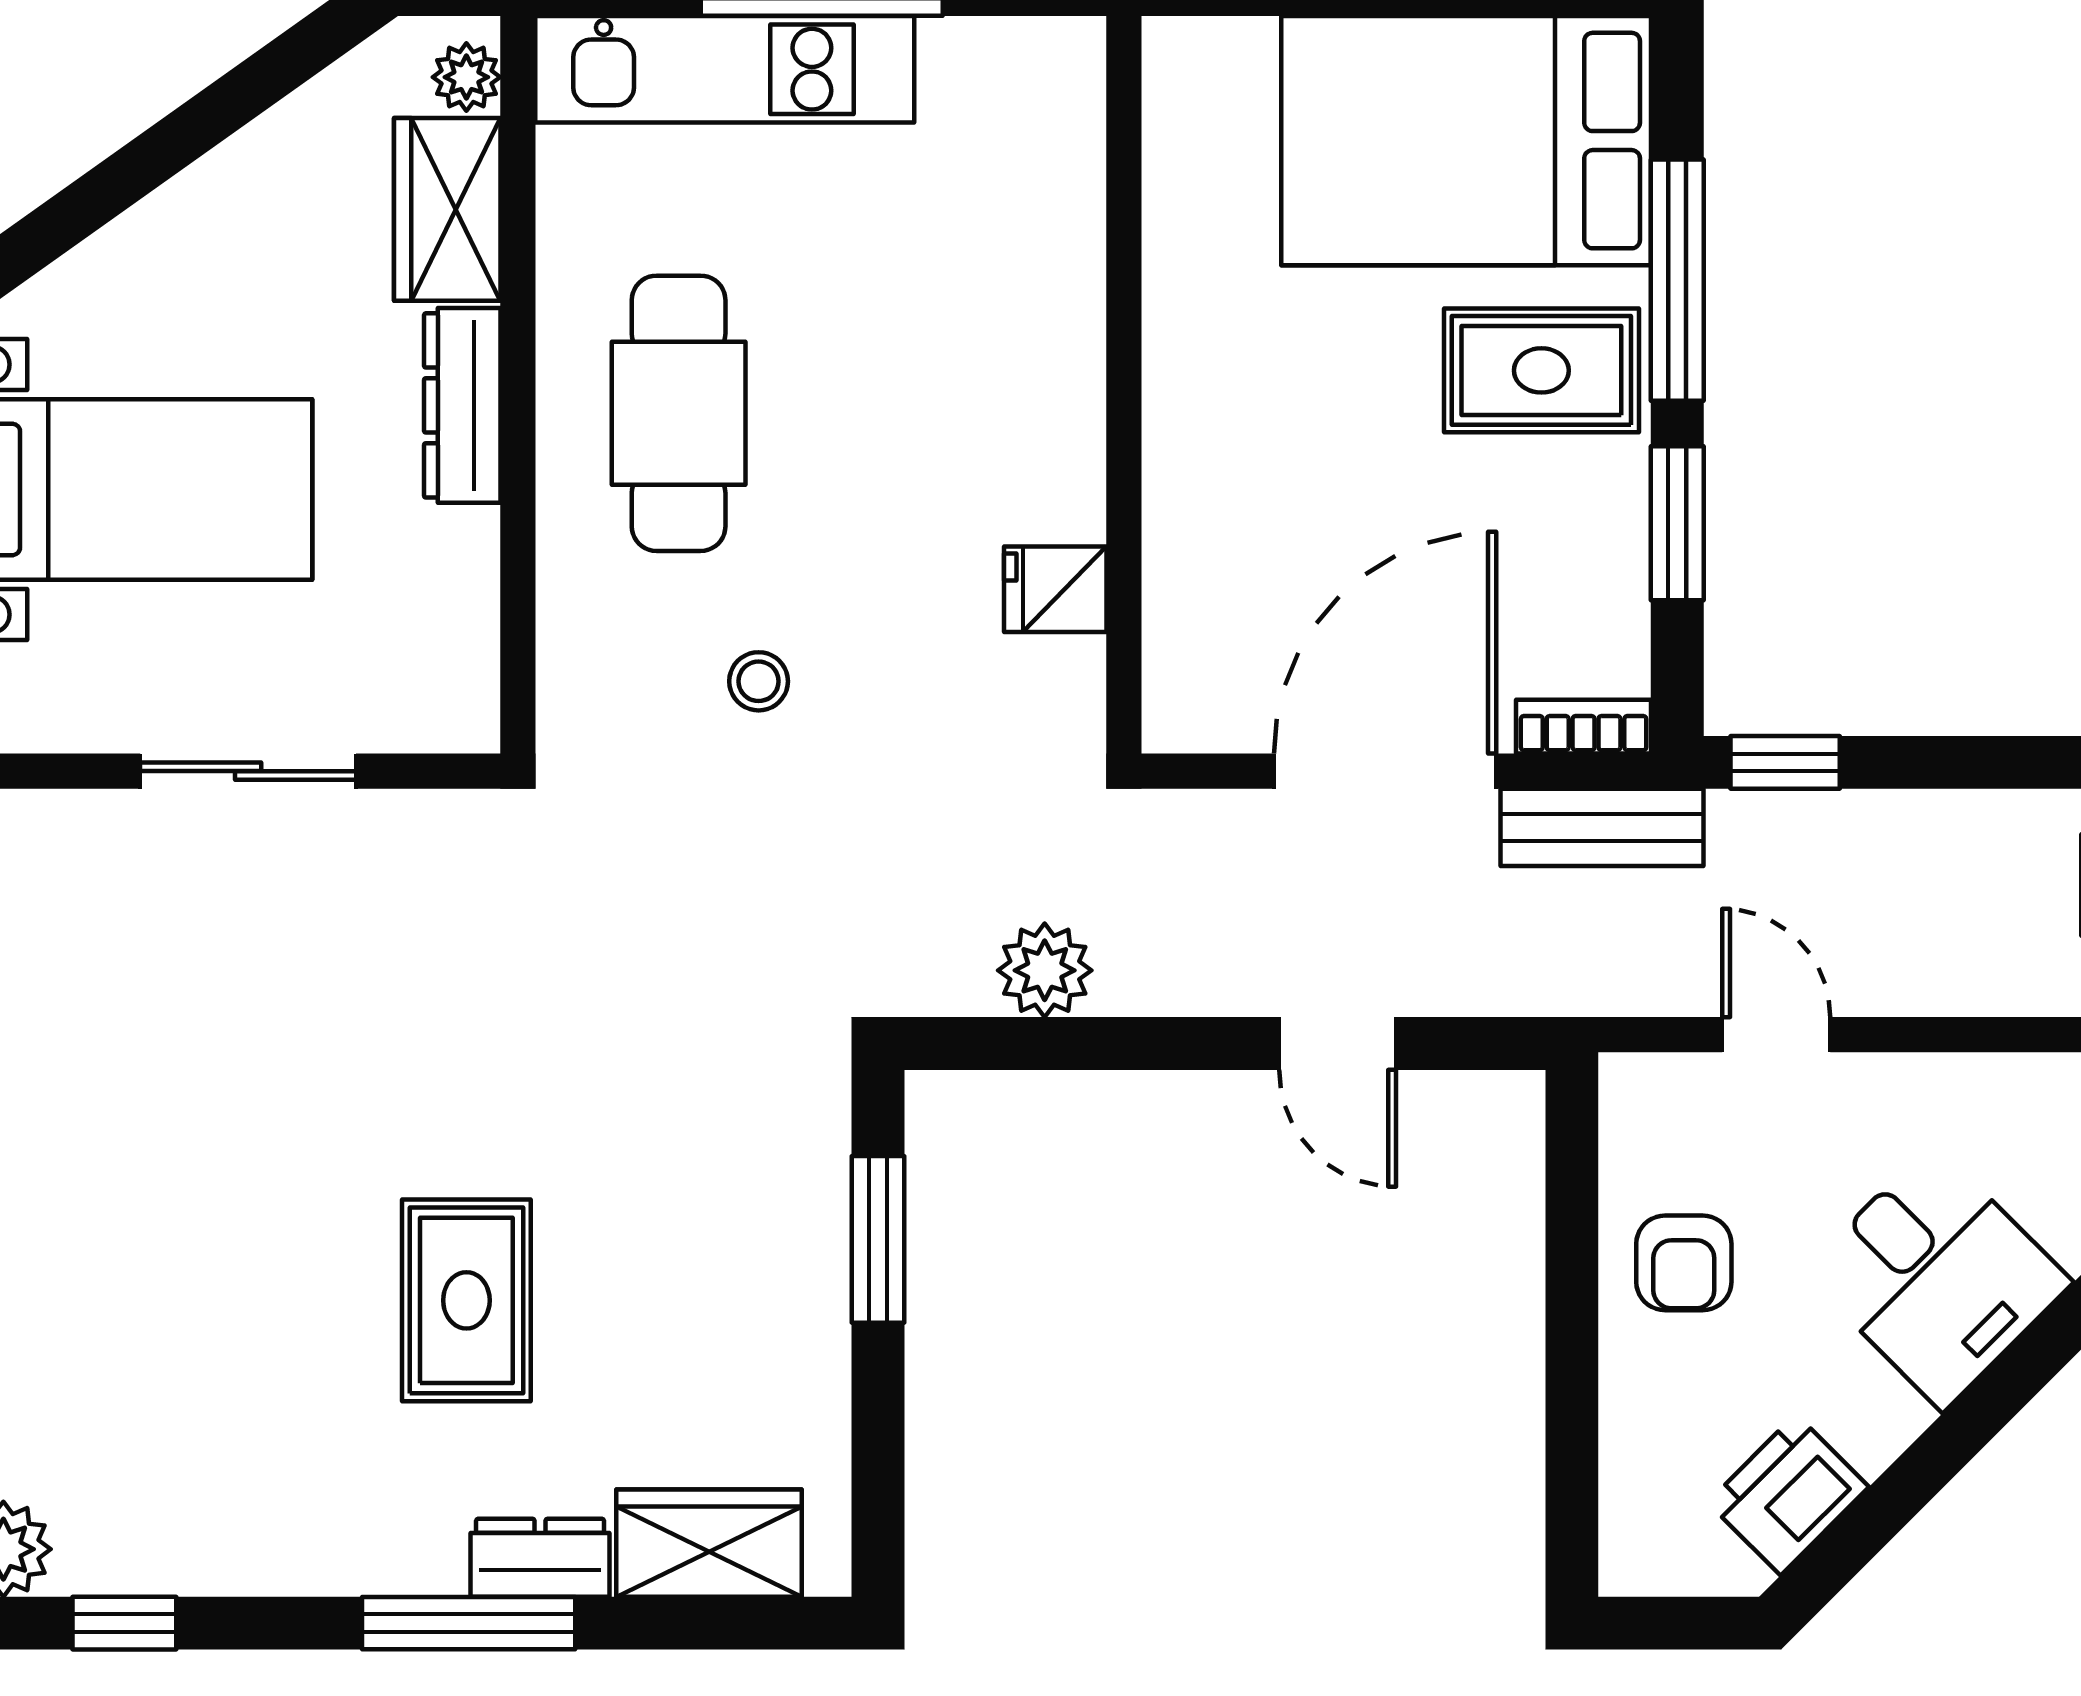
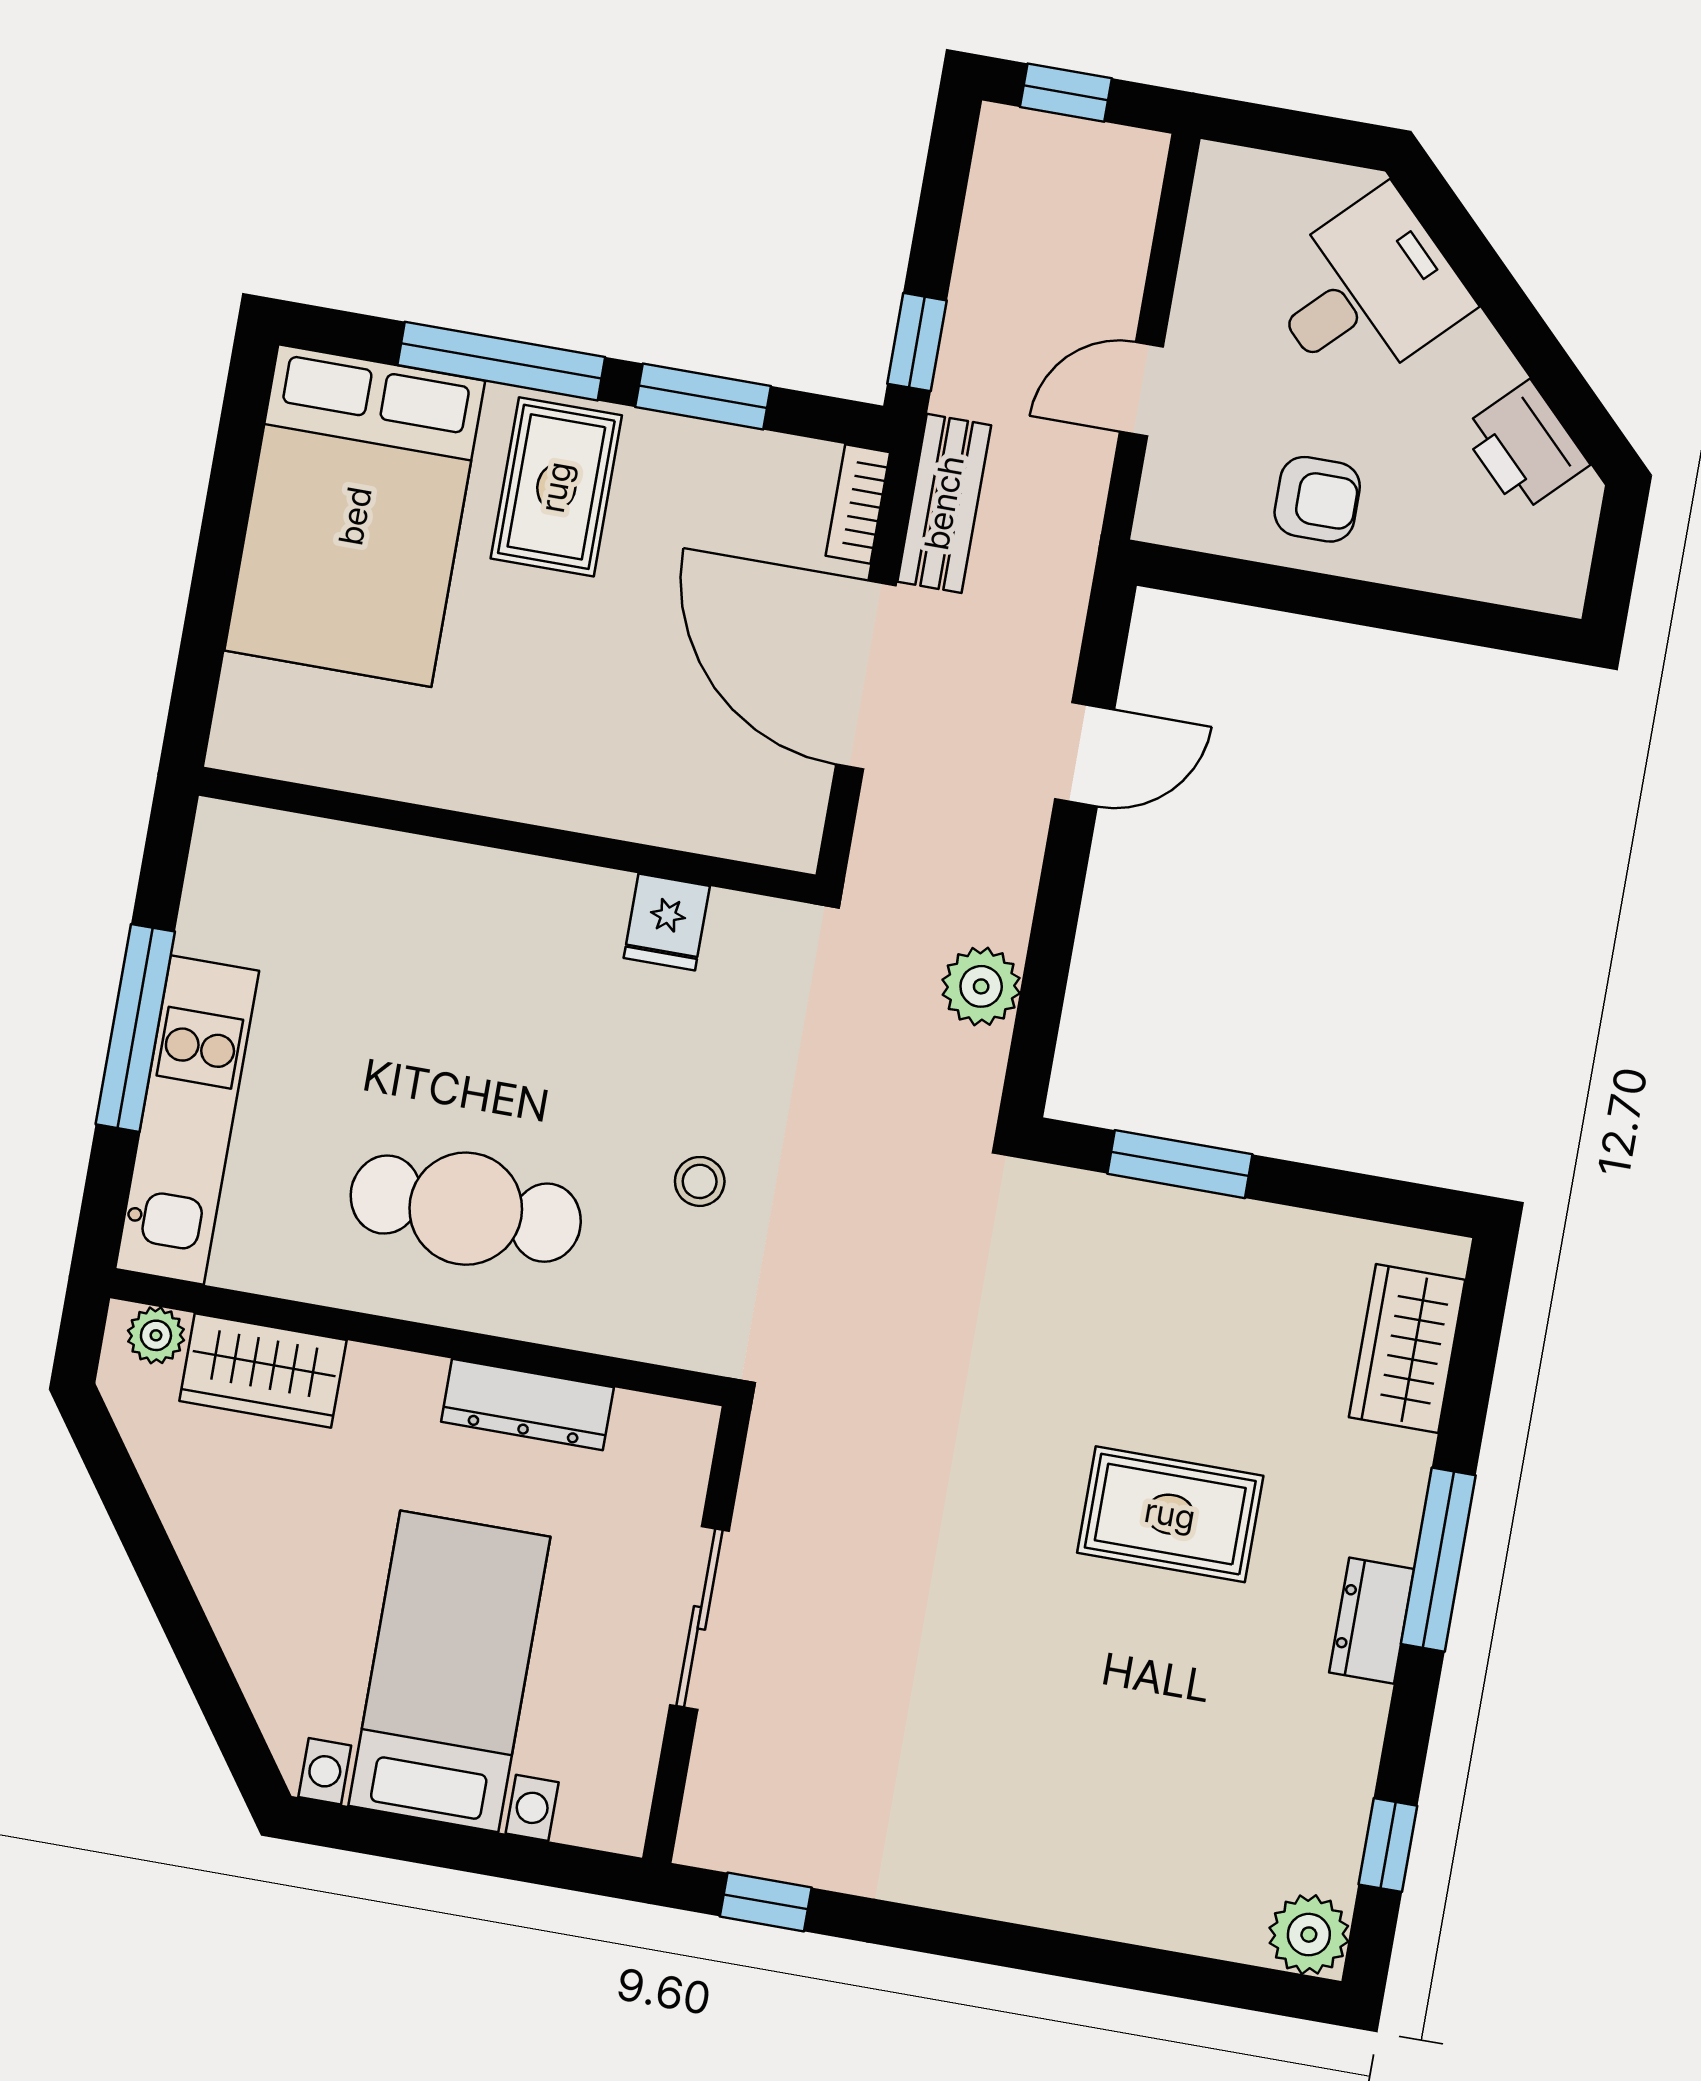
dresser: (462, 405) -> (527, 1404), moved
dresser: (540, 1558) -> (1372, 1621), moved

